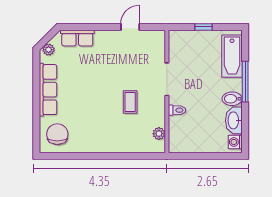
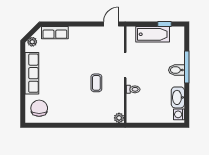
door: (130, 27) -> (111, 24), moved
window: (203, 27) -> (165, 24), moved
bathtub: (232, 56) -> (153, 34), moved, turned -90
bidet: (232, 99) -> (177, 70), moved
plant: (159, 134) -> (119, 118), moved

